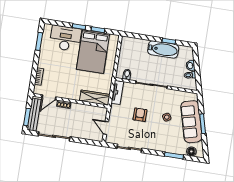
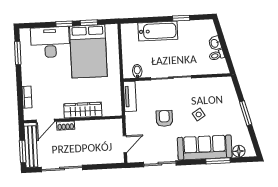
bathtub: (163, 49) -> (158, 31), moved
wardrobe: (95, 98) -> (83, 110), moved
sofa: (191, 122) -> (205, 147), moved, turned 105
door: (106, 128) -> (125, 144), swing flipped

